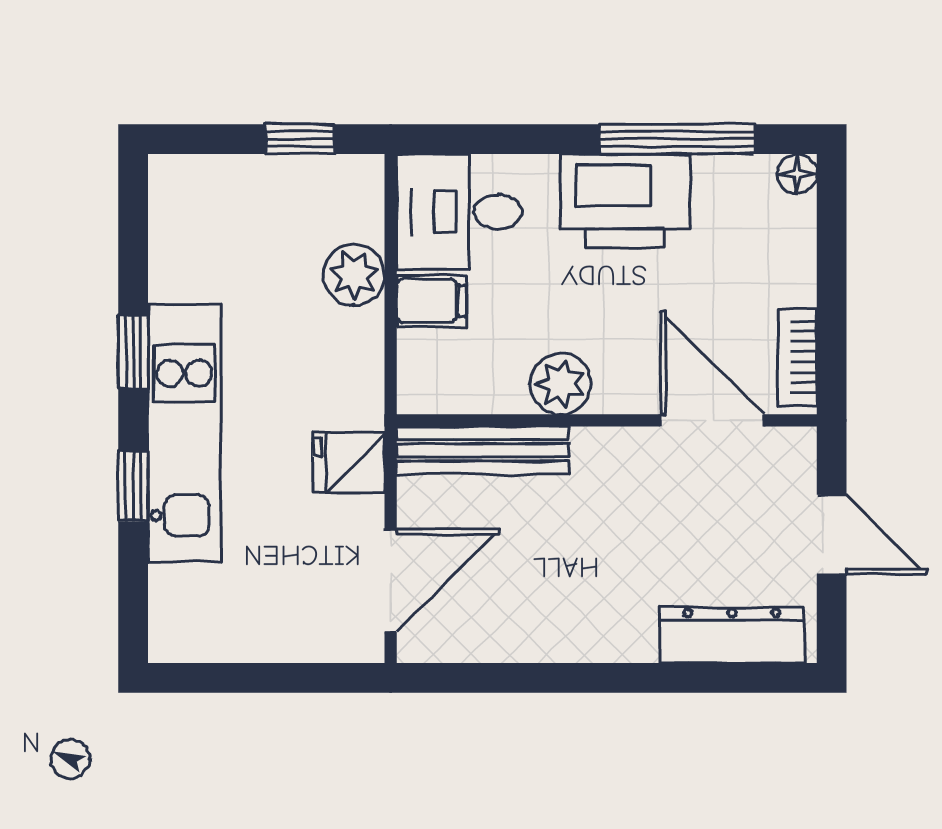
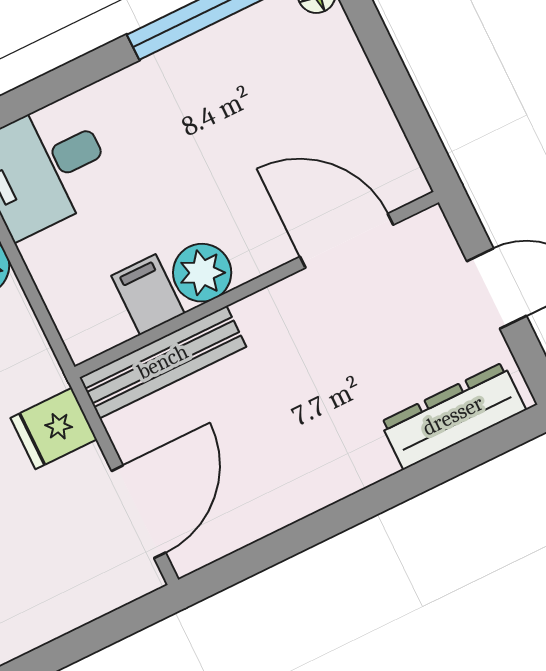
printer: (625, 201) -> (181, 89), removed
filing cabinet: (431, 301) -> (148, 295), moved, turned -90
bookcase: (797, 357) -> (393, 151), removed

